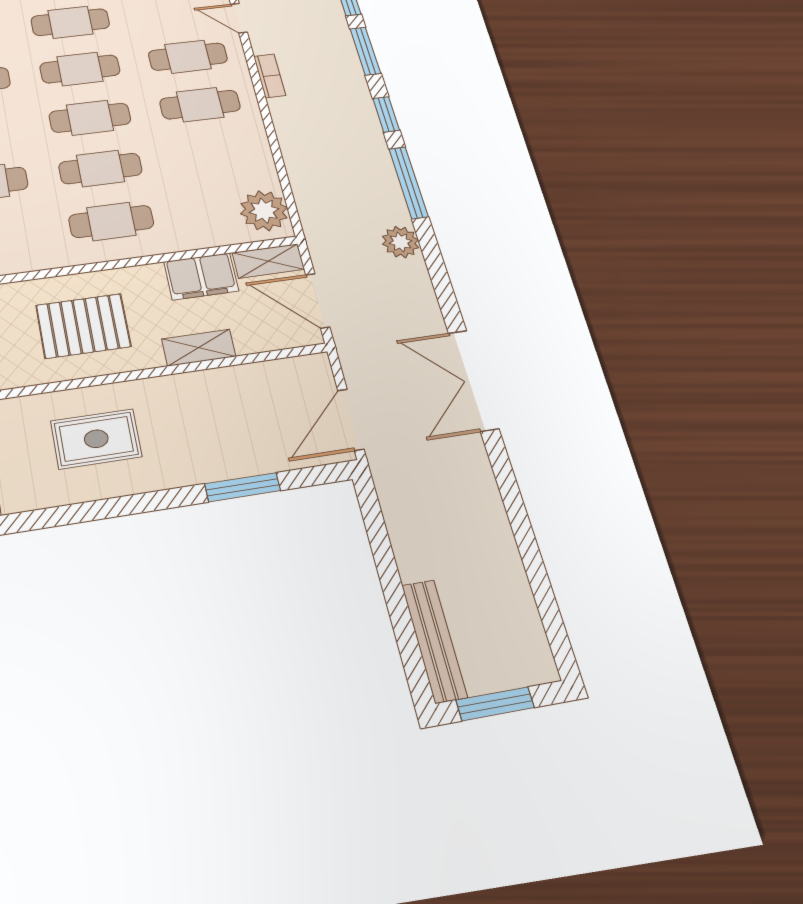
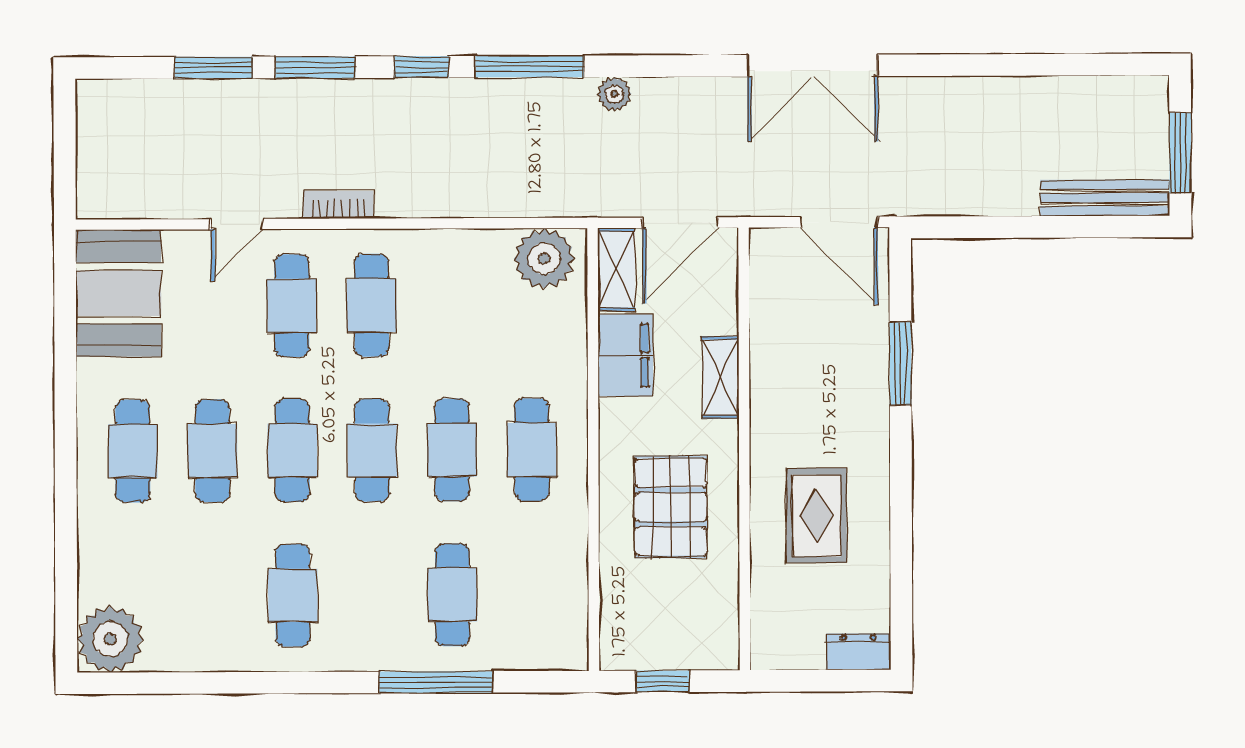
plant: (400, 242) -> (614, 94), width x0.73, depth x0.73

